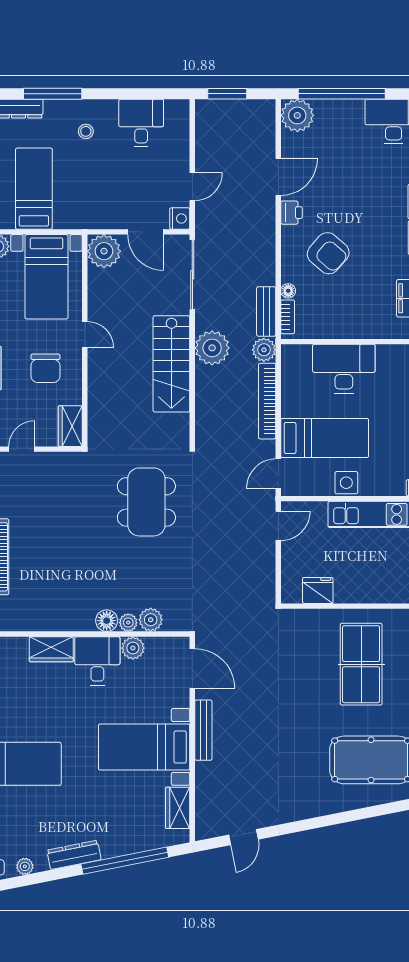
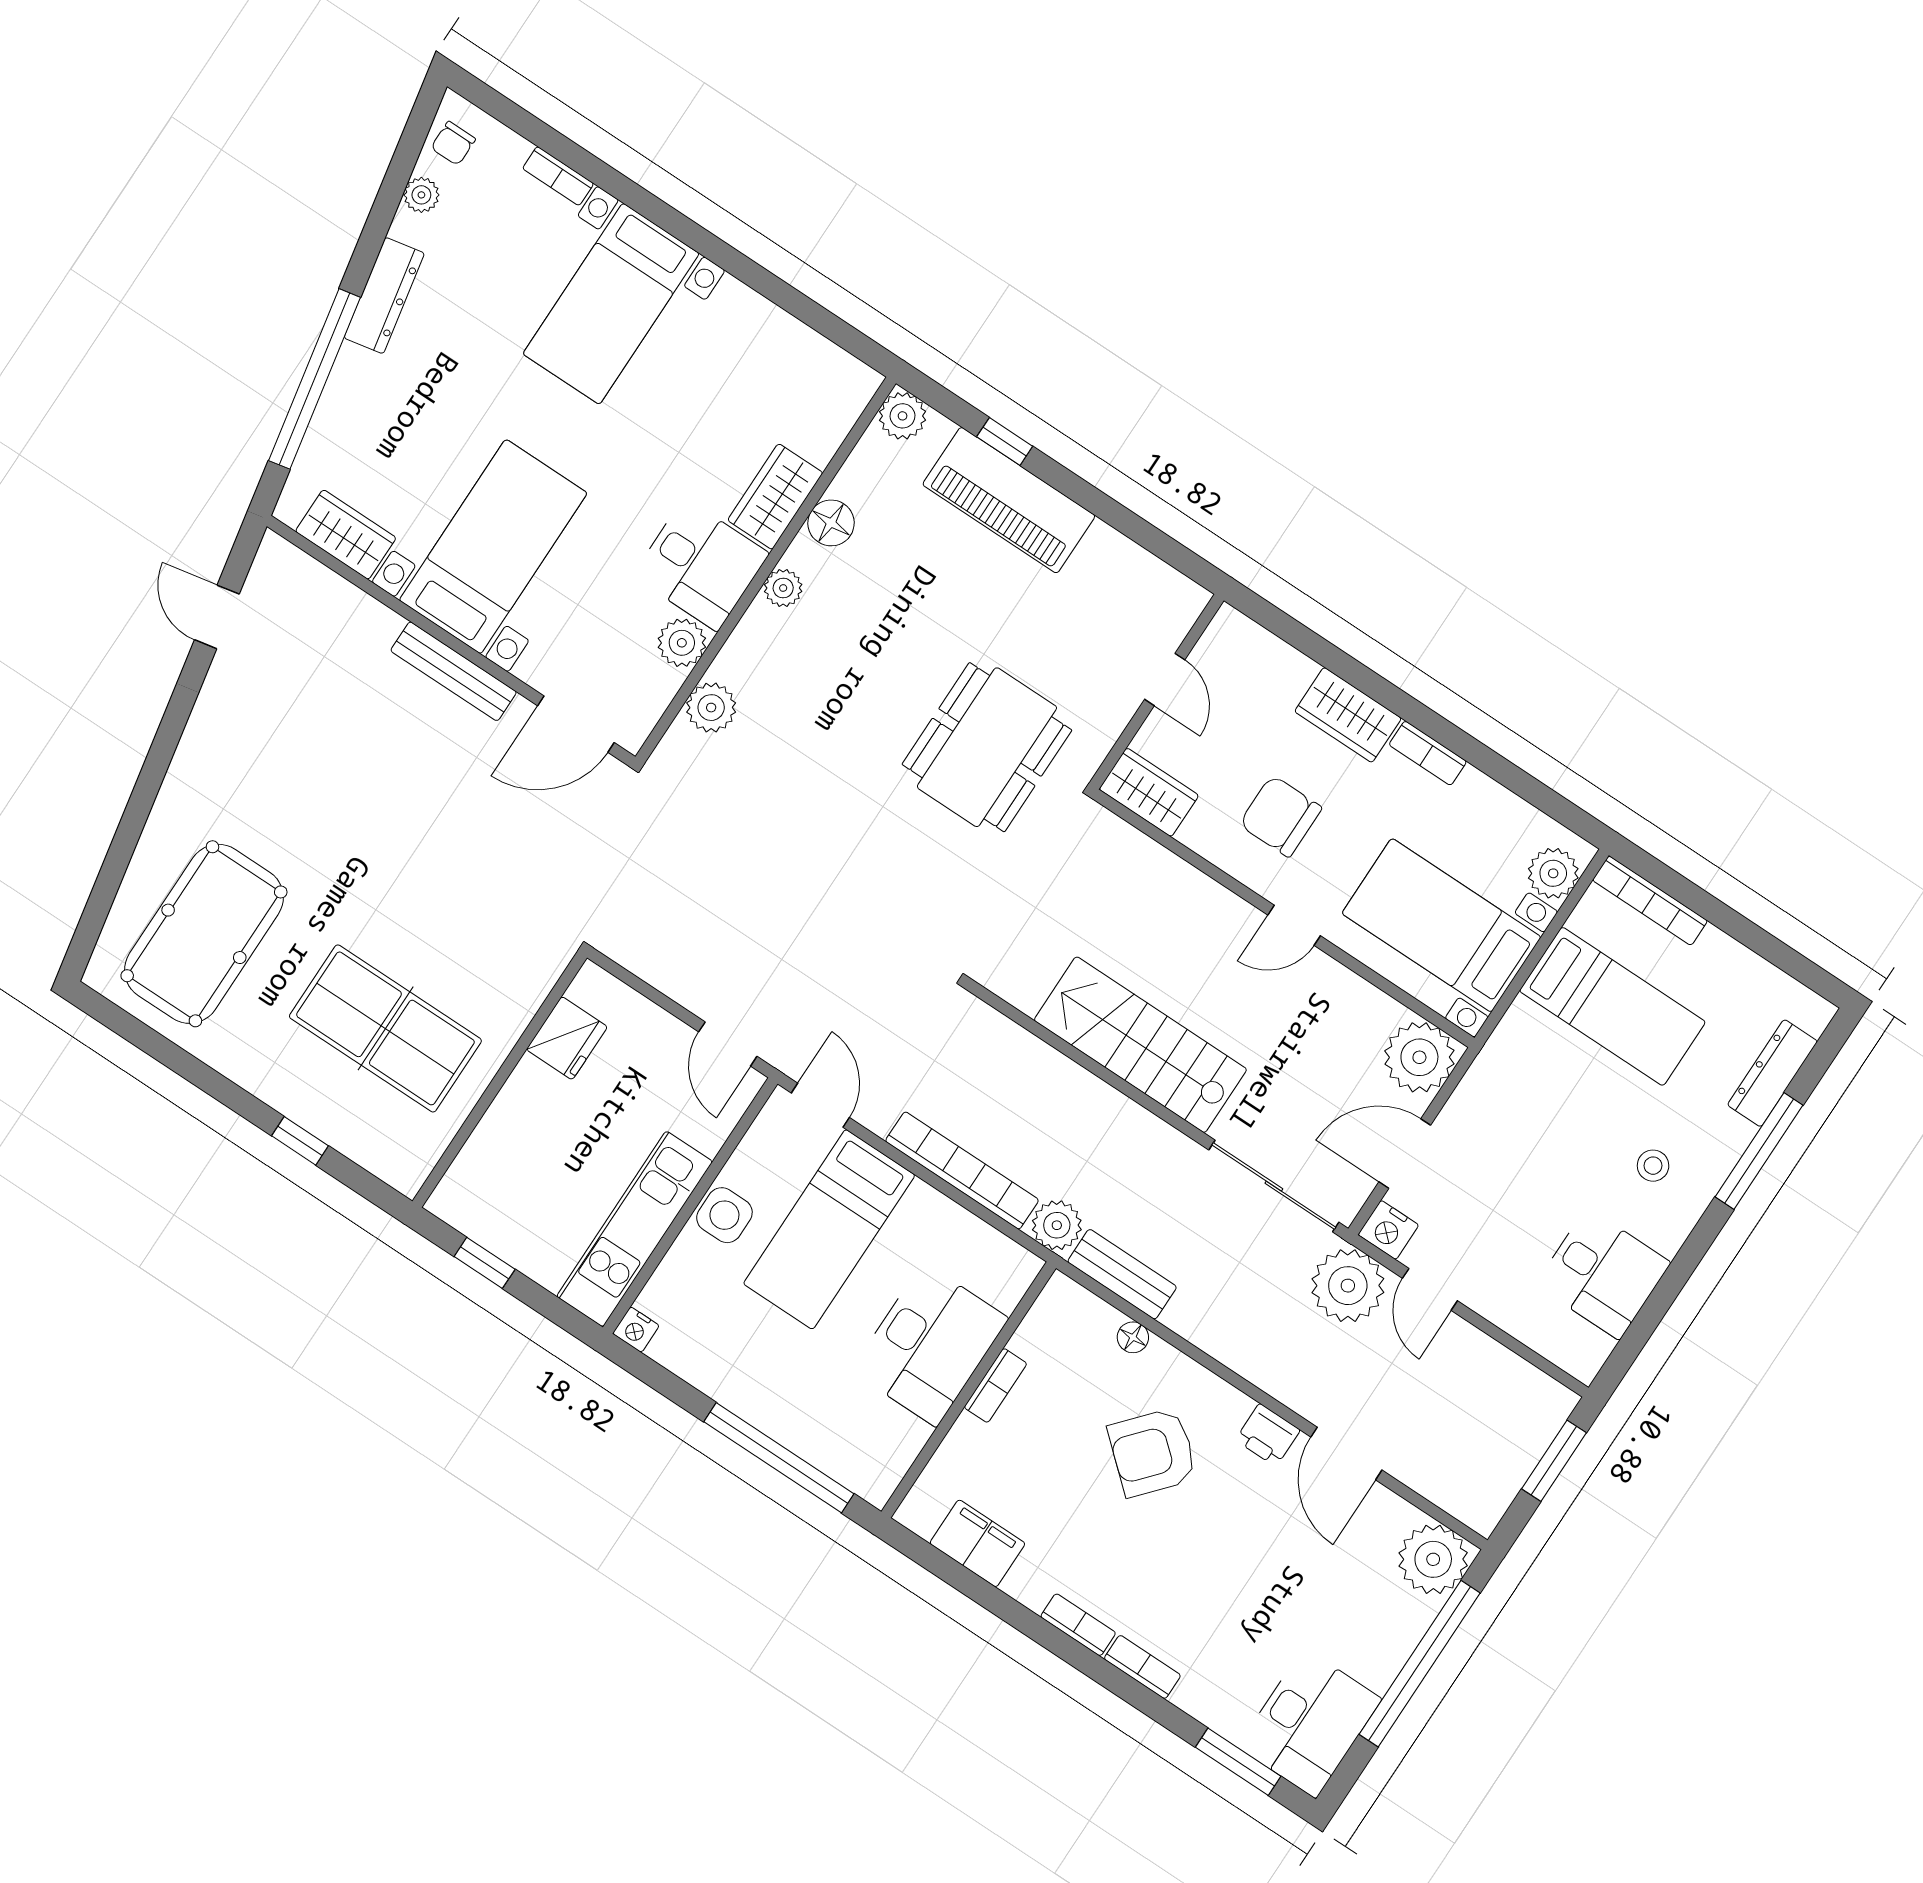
bookcase: (288, 317) -> (995, 1385), moved, turned -90
plant: (212, 348) -> (1348, 1286), moved
dining table: (146, 502) -> (987, 747), moved, turned 90
floor lamp: (107, 621) -> (831, 523), moved
plant: (128, 623) -> (783, 588), moved

